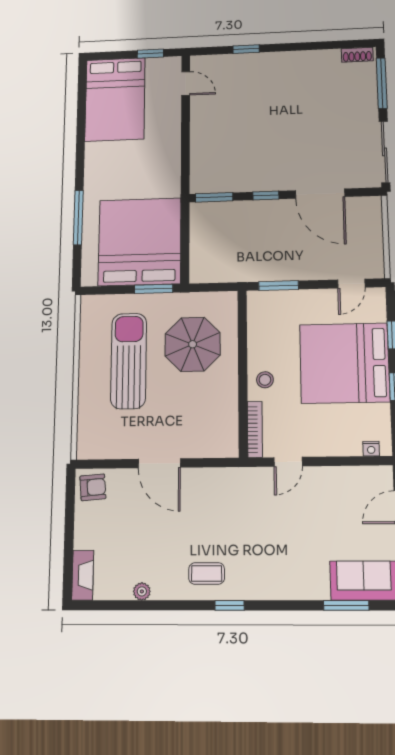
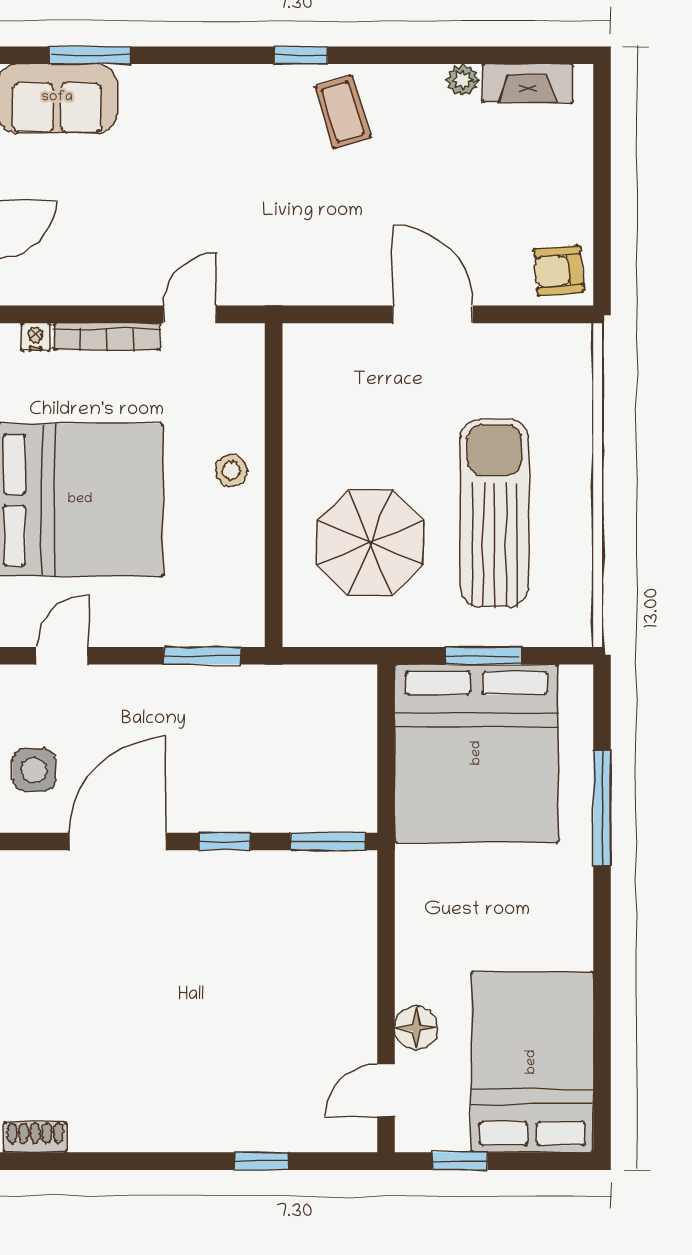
door: (186, 83) -> (386, 1090), hinge flipped
floor lamp: (171, 112) -> (416, 1028), added
door: (320, 194) -> (118, 841), hinge flipped
side table: (364, 227) -> (34, 770), added
window: (154, 289) -> (483, 656), moved
sun lounger: (129, 361) -> (495, 513), turned 180
bookcase: (255, 429) -> (107, 337), moved, turned -90
coffee table: (207, 573) -> (343, 112), turned 73
fireplace: (83, 575) -> (528, 83), moved, turned -90

